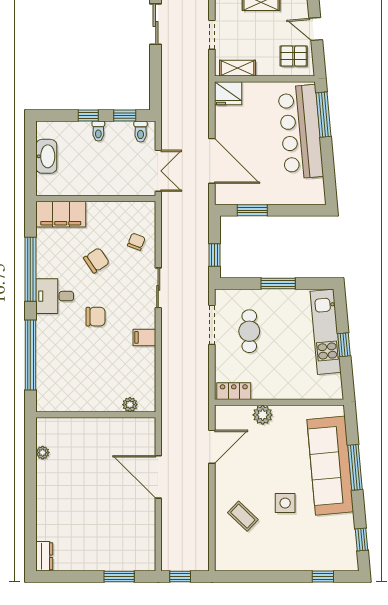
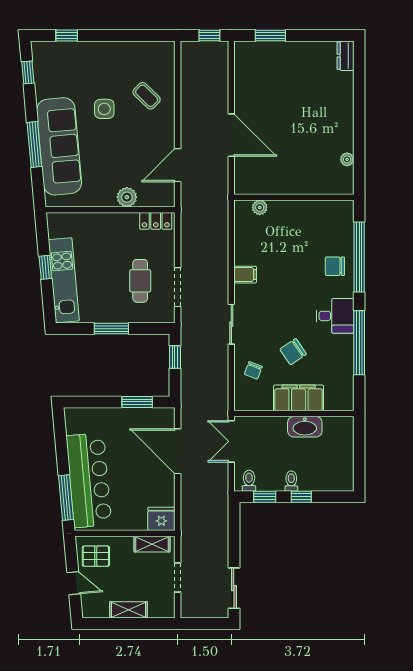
washbasin: (46, 156) -> (305, 427), moved, turned -90
filing cabinet: (61, 214) -> (299, 398), moved
chair: (95, 317) -> (335, 266), moved

